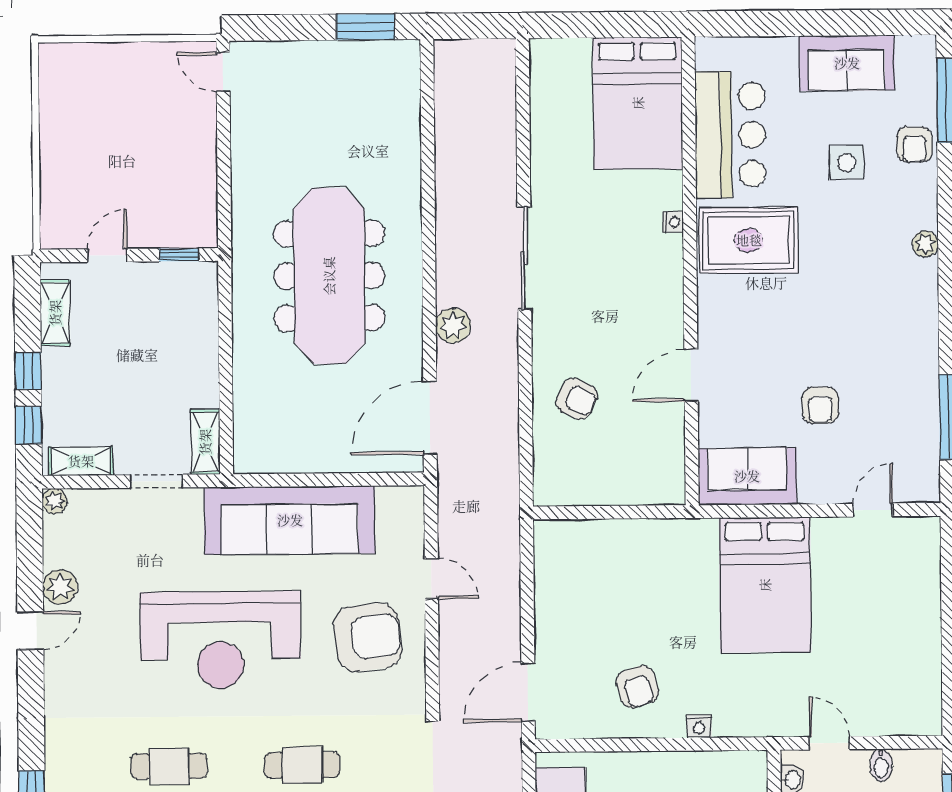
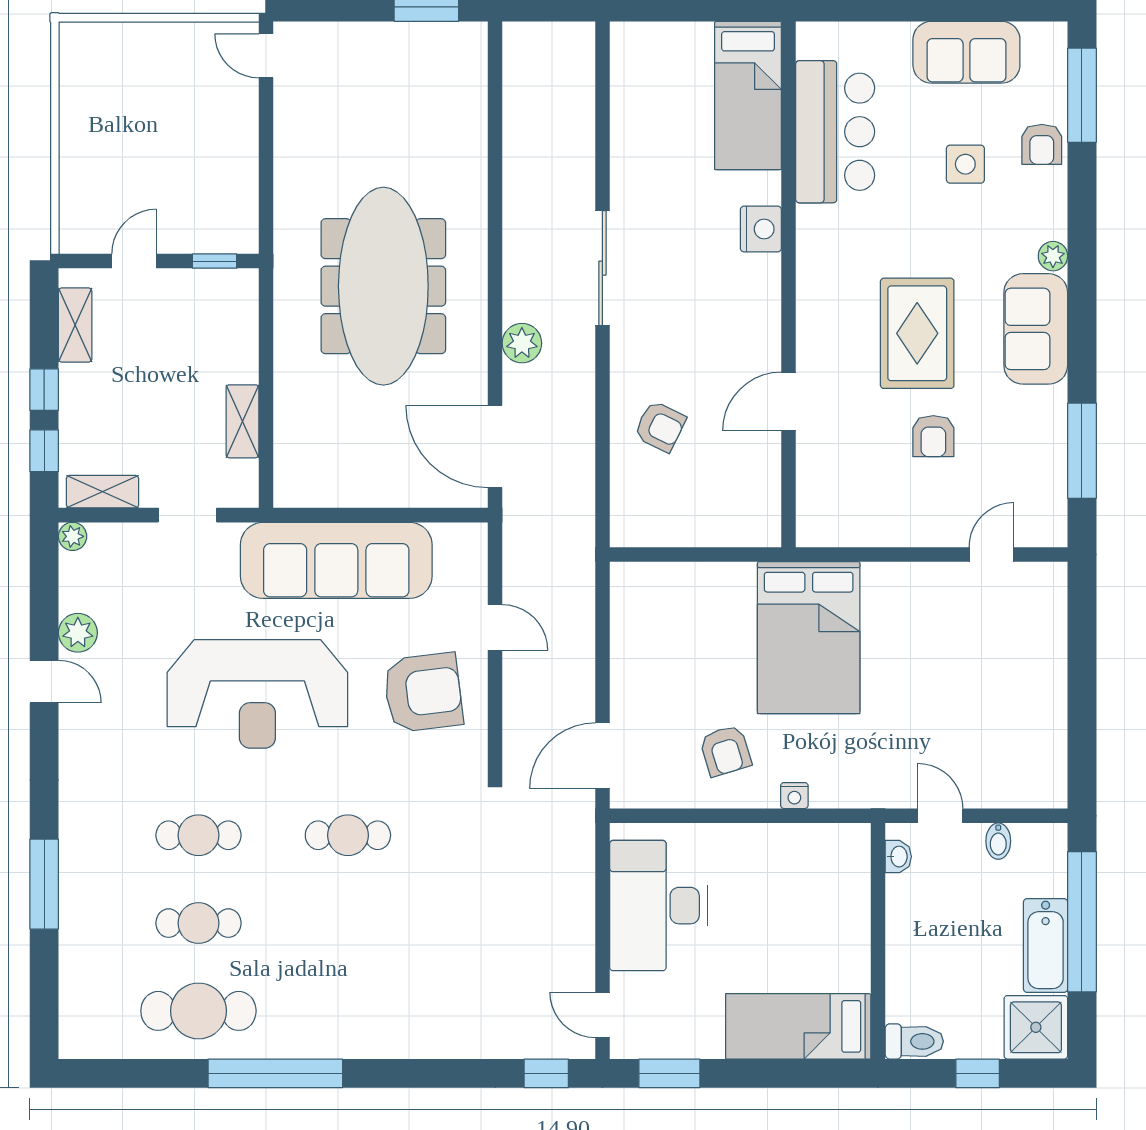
bed: (638, 103) -> (748, 95), width x0.67
nightstand: (673, 222) -> (761, 229), width x1.89, depth x1.79
rug: (749, 240) -> (917, 333), moved, turned 90
door: (430, 418) -> (495, 447), hinge flipped
shelving: (205, 442) -> (242, 421), moved
sofa: (747, 476) -> (1036, 329), moved, turned -90
bed: (765, 585) -> (809, 638), moved
door: (30, 631) -> (44, 682), hinge flipped

